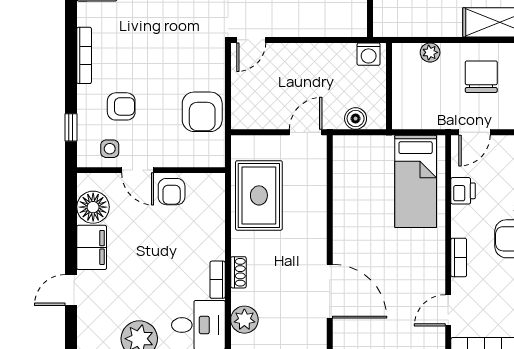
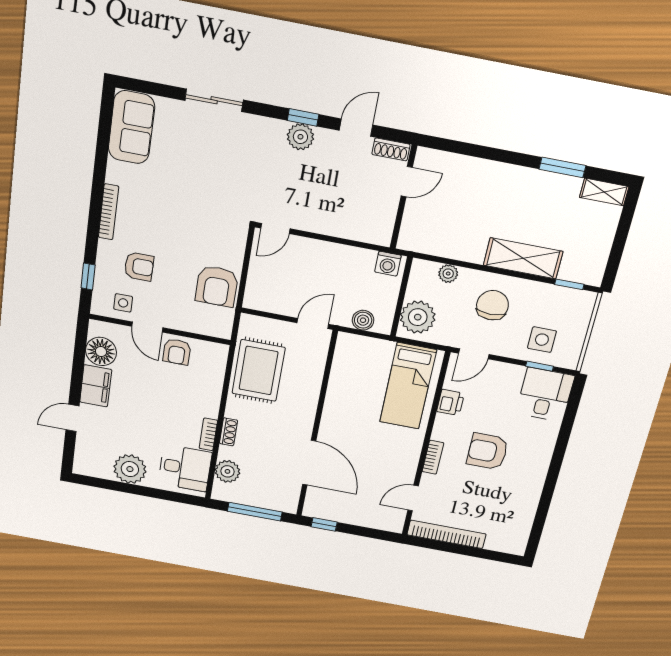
plant: (410, 104) -> (418, 317), added

